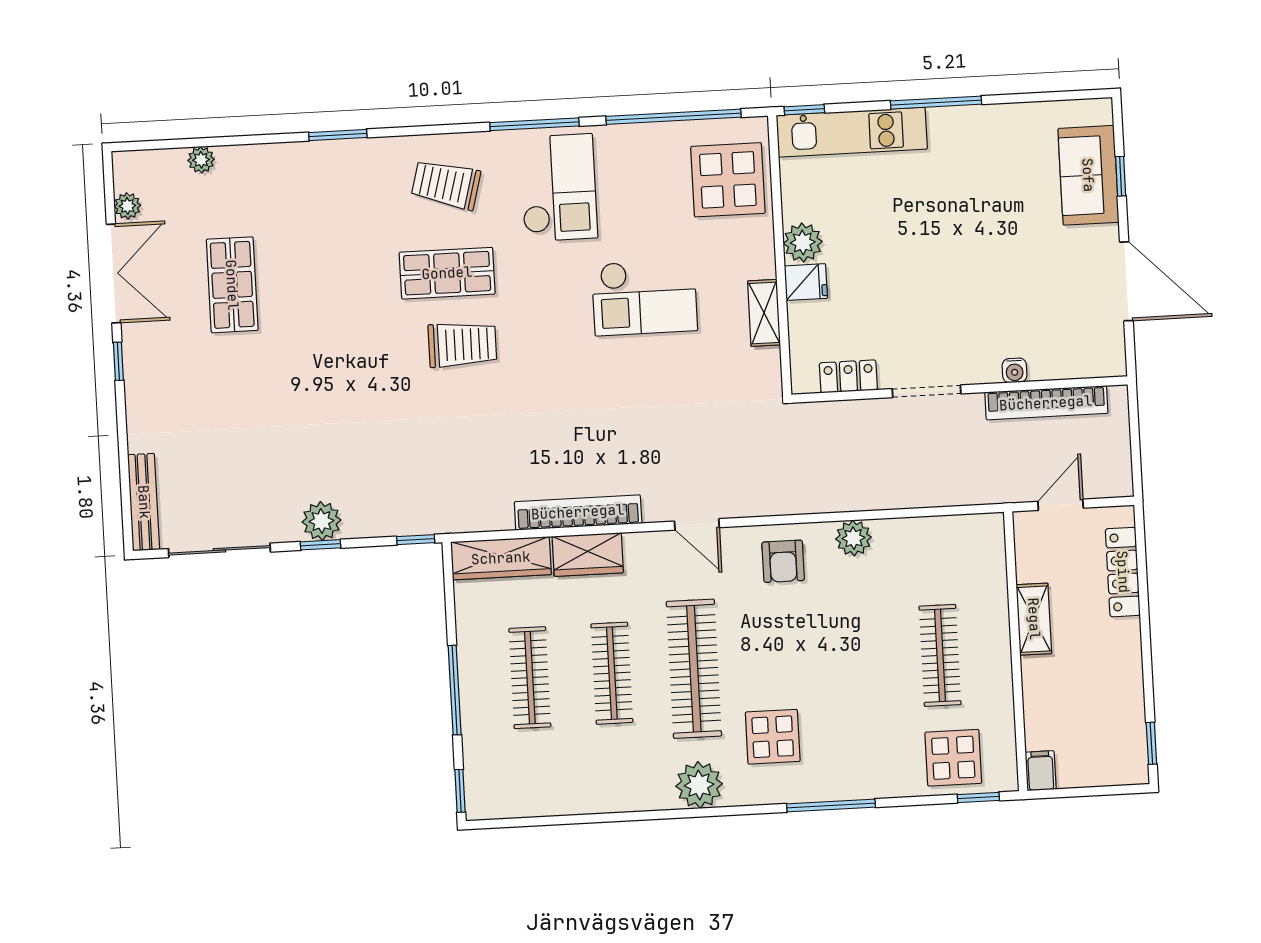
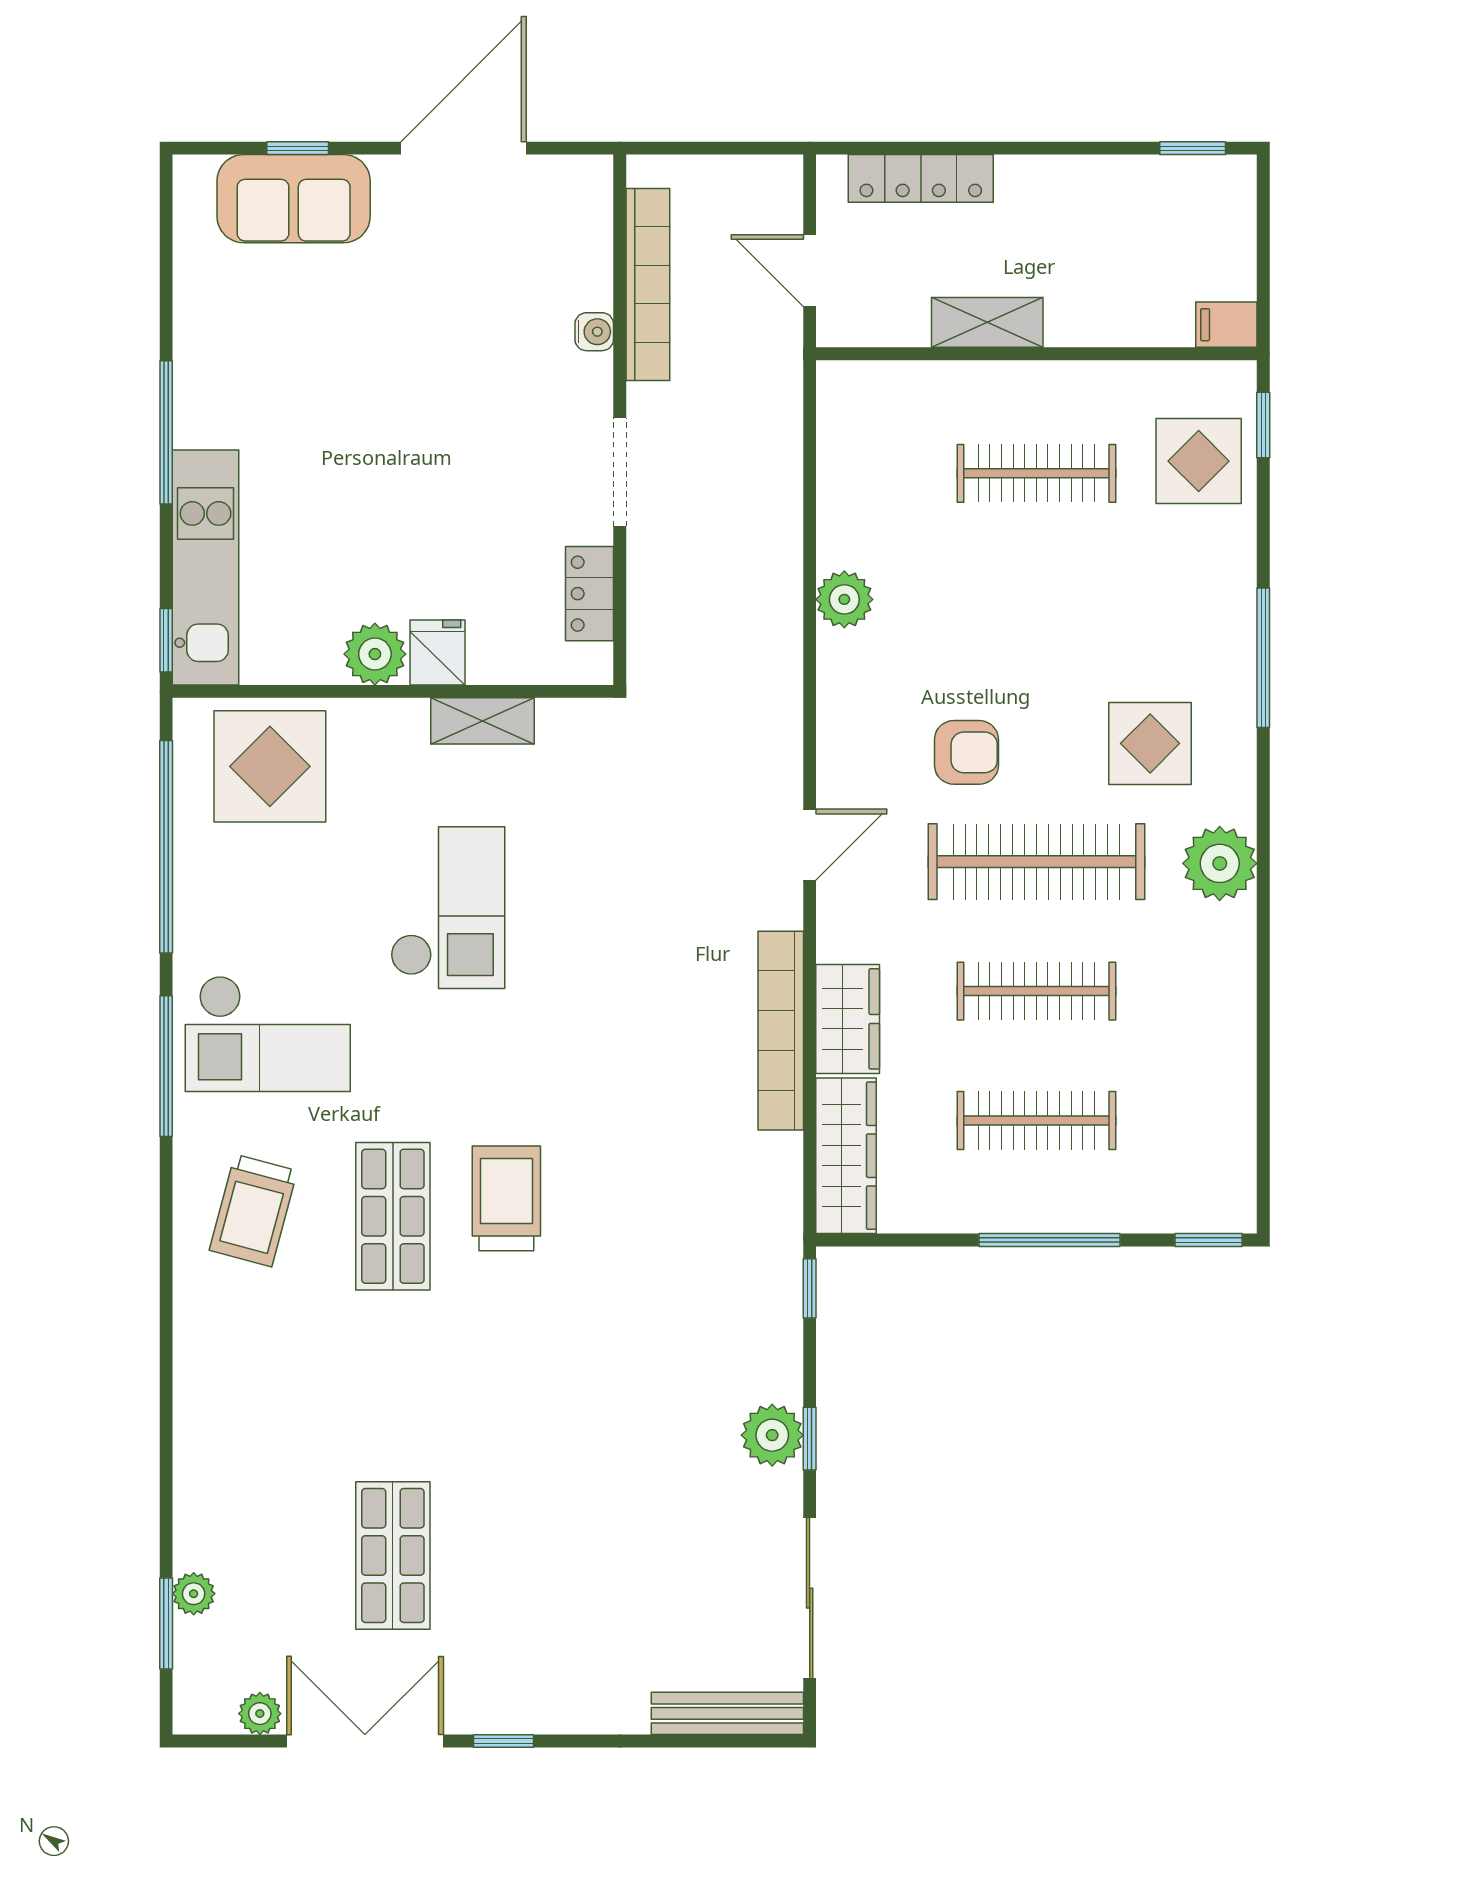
window: (338, 135) -> (166, 1623), moved
checkout: (559, 188) -> (268, 1034), turned 180
shop shelf: (232, 285) -> (393, 1555), turned 90
armchair: (783, 561) -> (966, 752), moved

